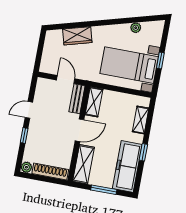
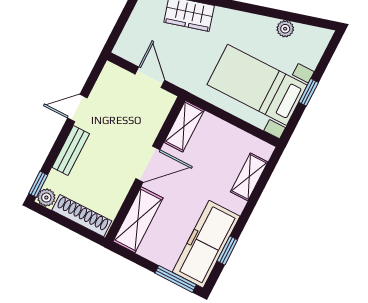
bench: (77, 99) -> (71, 151), moved
window: (24, 136) -> (38, 184), moved
window: (143, 152) -> (227, 250), moved
window: (104, 190) -> (176, 279), moved

